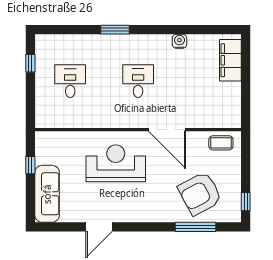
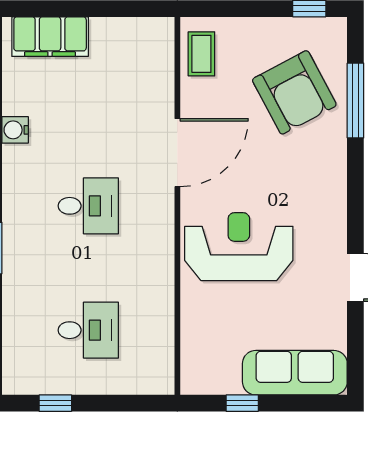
desk: (70, 81) -> (88, 330), turned 180
desk: (138, 81) -> (88, 206), turned 180
reception desk: (116, 163) -> (239, 247), turned 90

